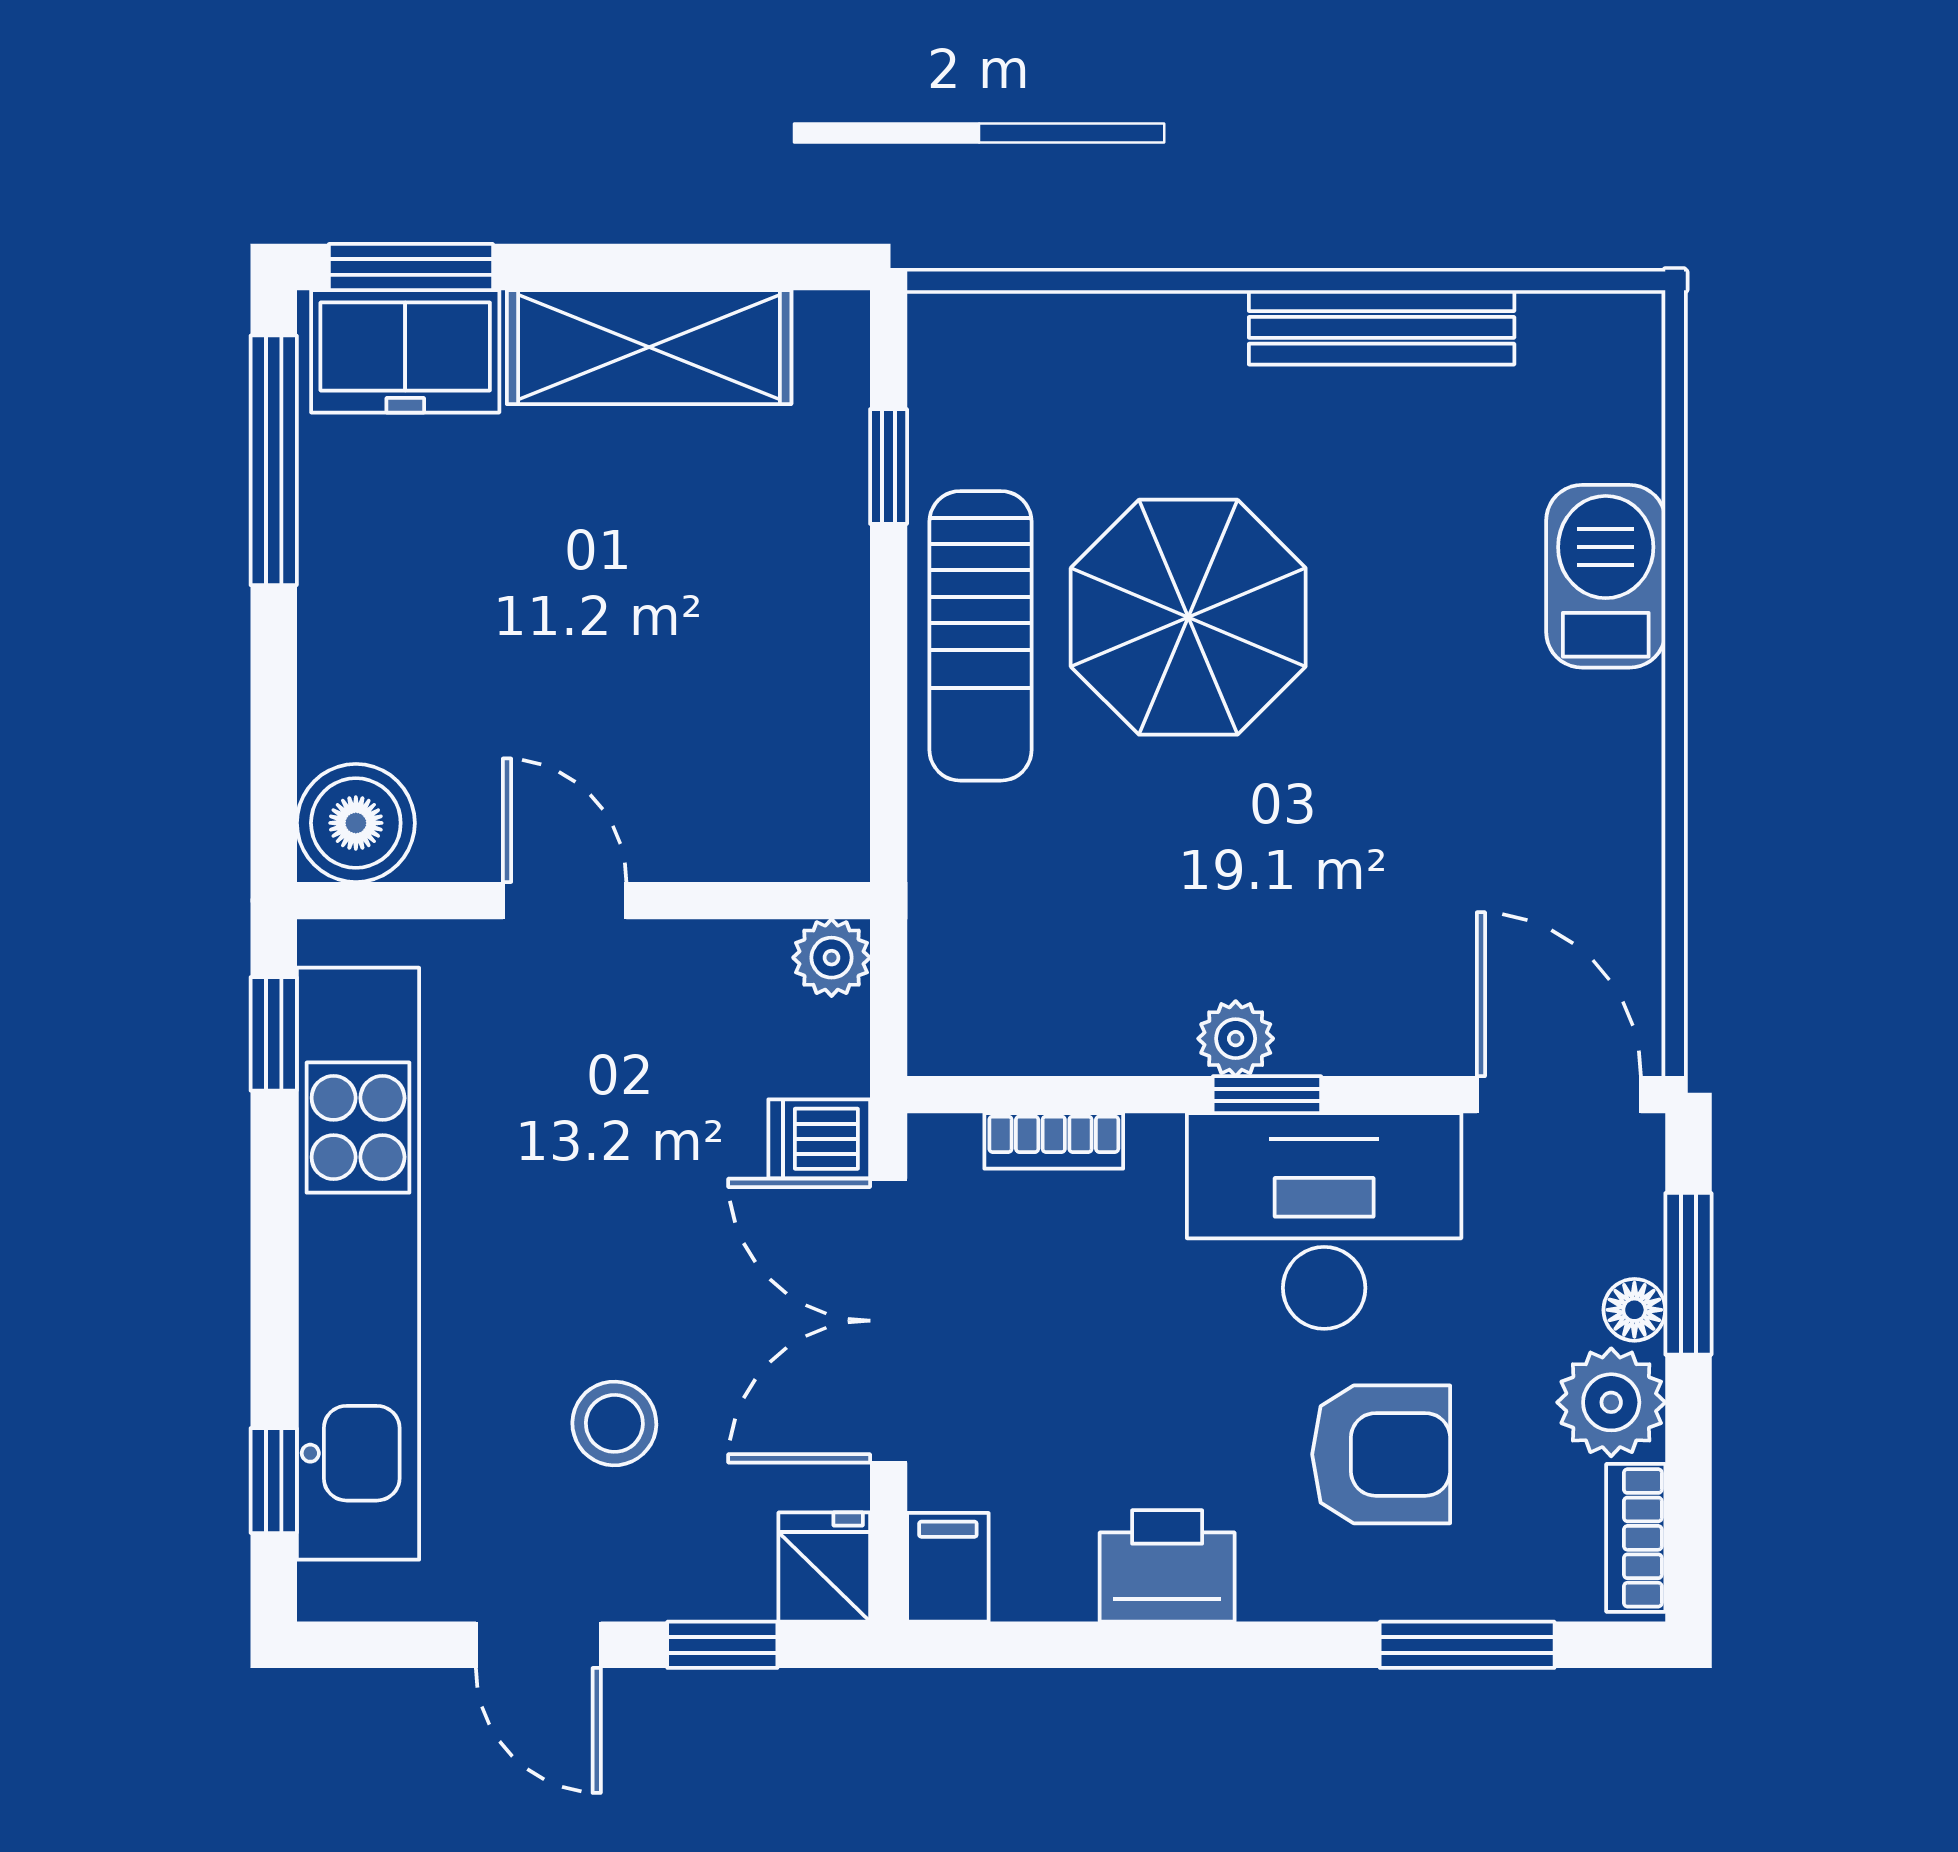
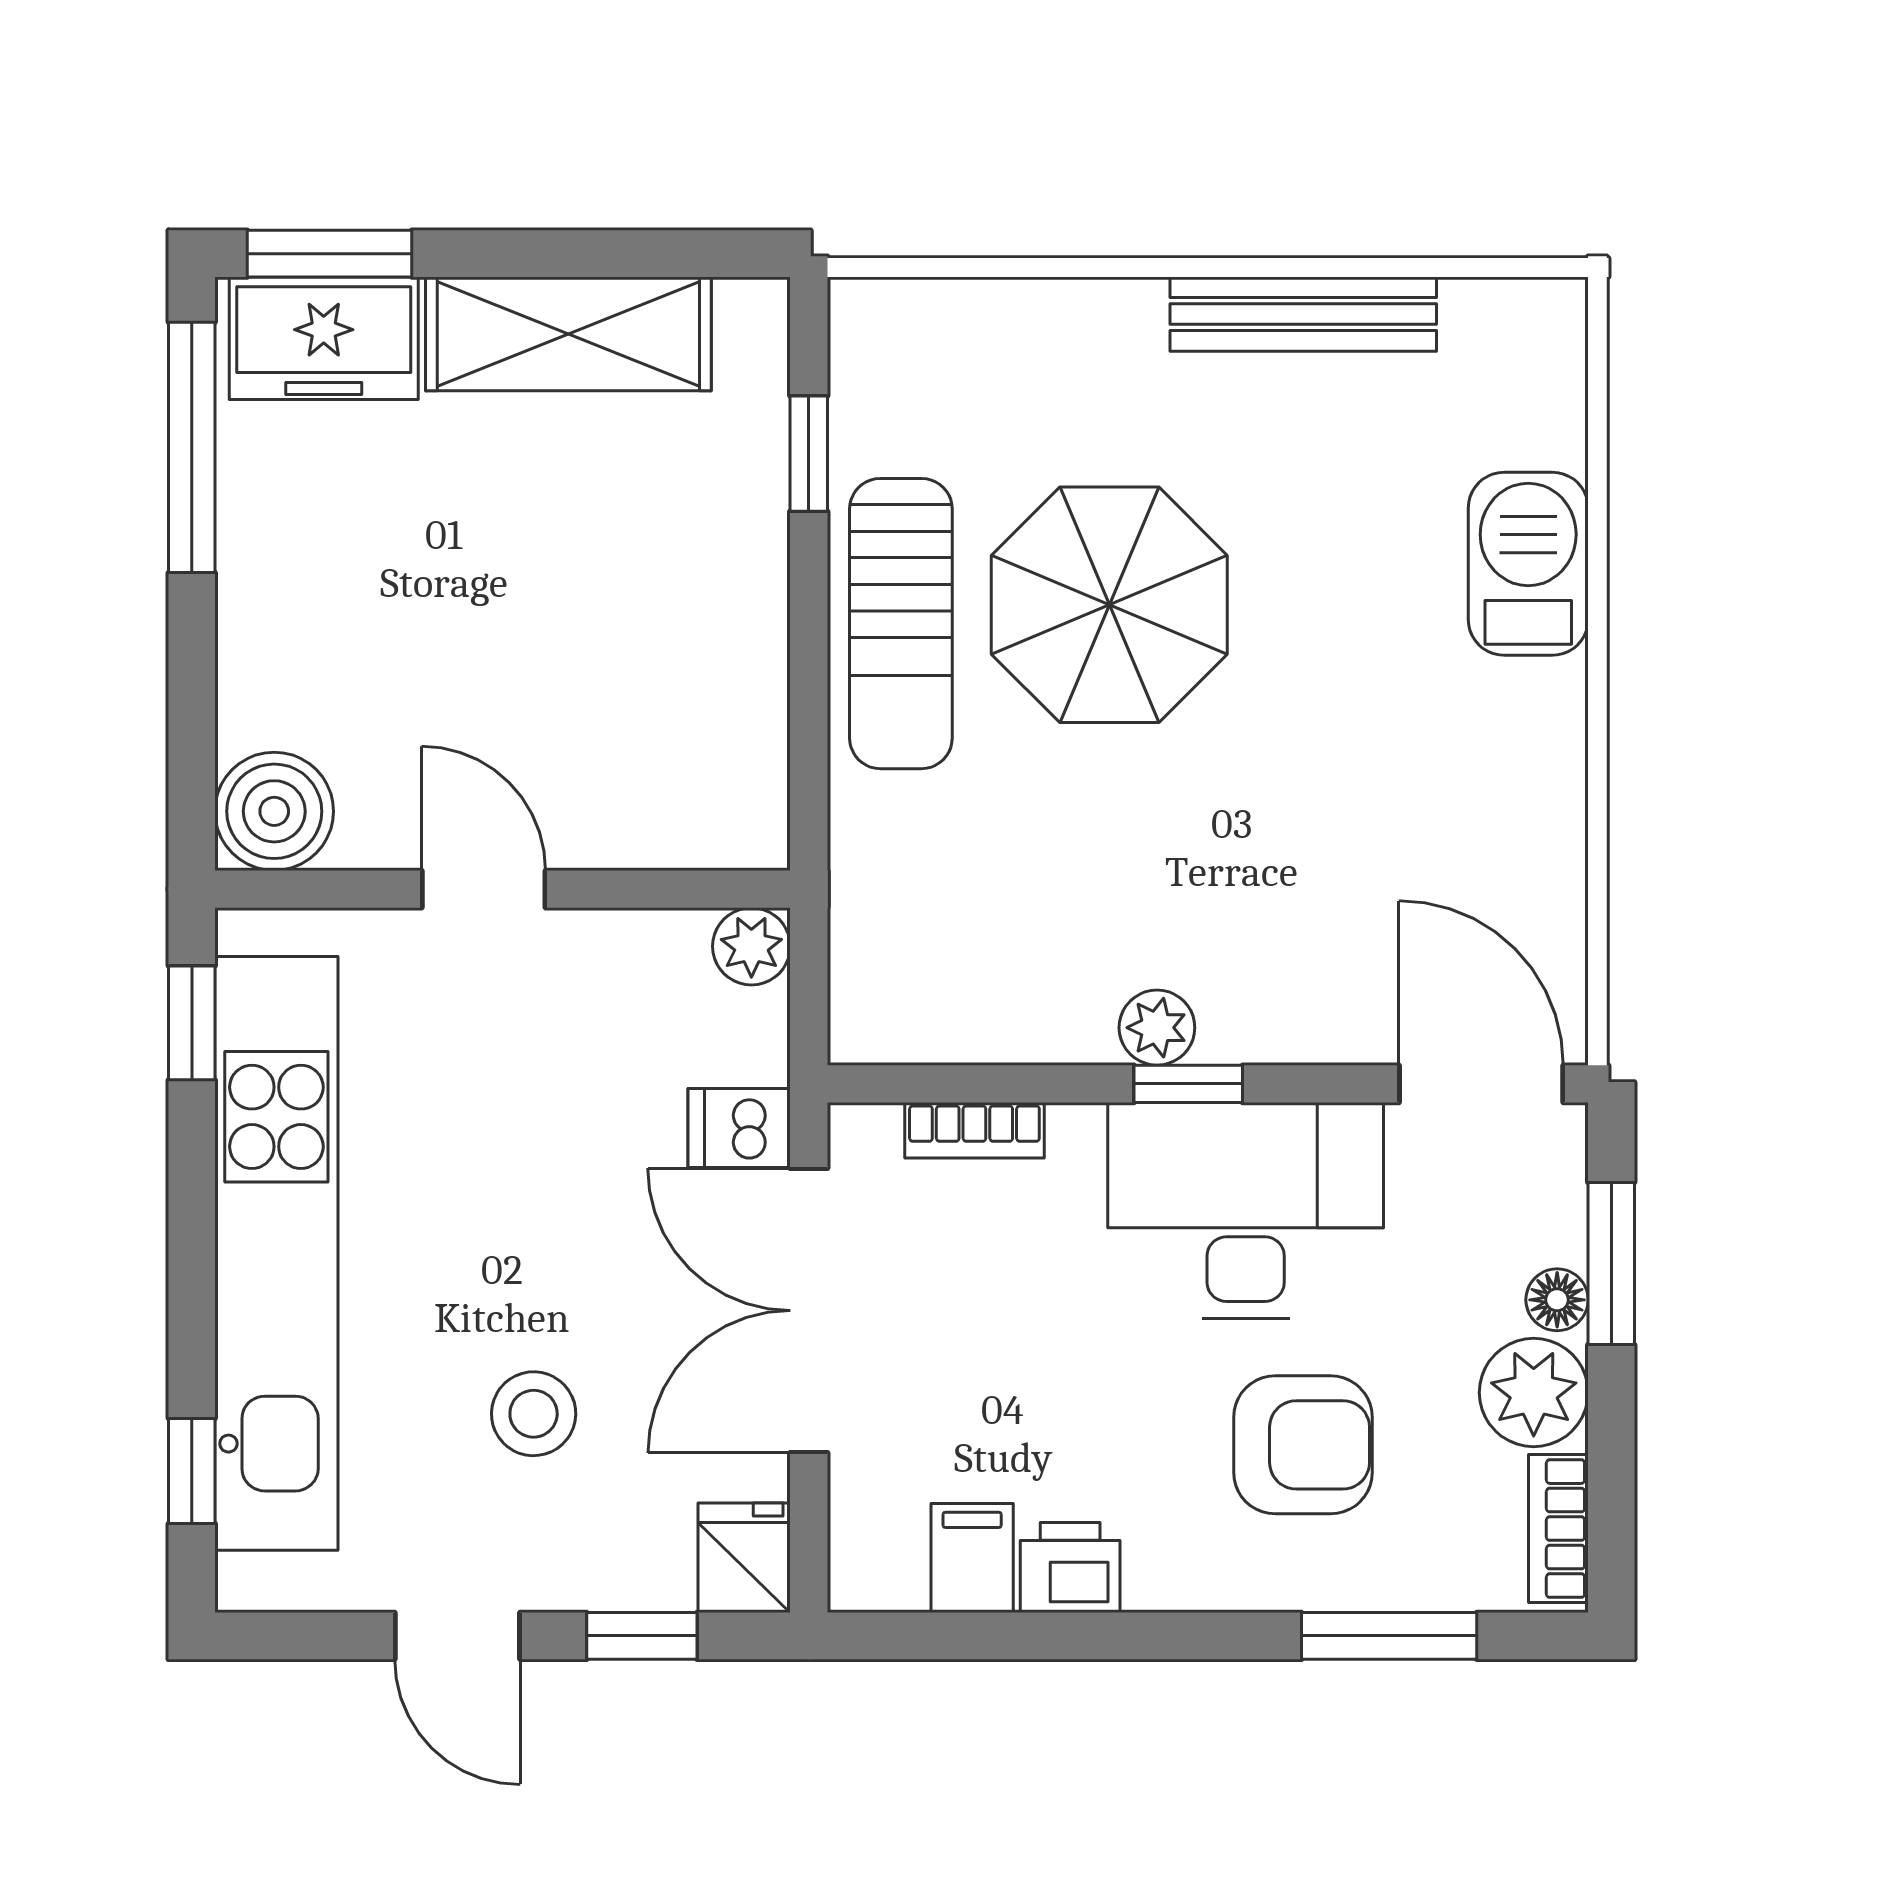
printer: (1167, 1566) -> (1070, 1568), width x0.73, depth x0.81
filing cabinet: (948, 1567) -> (972, 1558), moved

